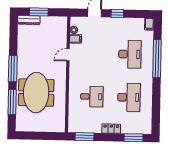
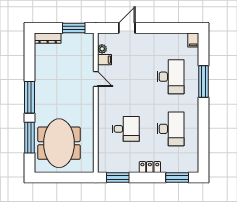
window: (39, 12) -> (74, 28), moved
window: (117, 14) -> (154, 28), removed
door: (68, 55) -> (96, 79), swing flipped
window: (157, 59) -> (203, 82), width x0.68
meeting table: (36, 93) -> (59, 143), moved

